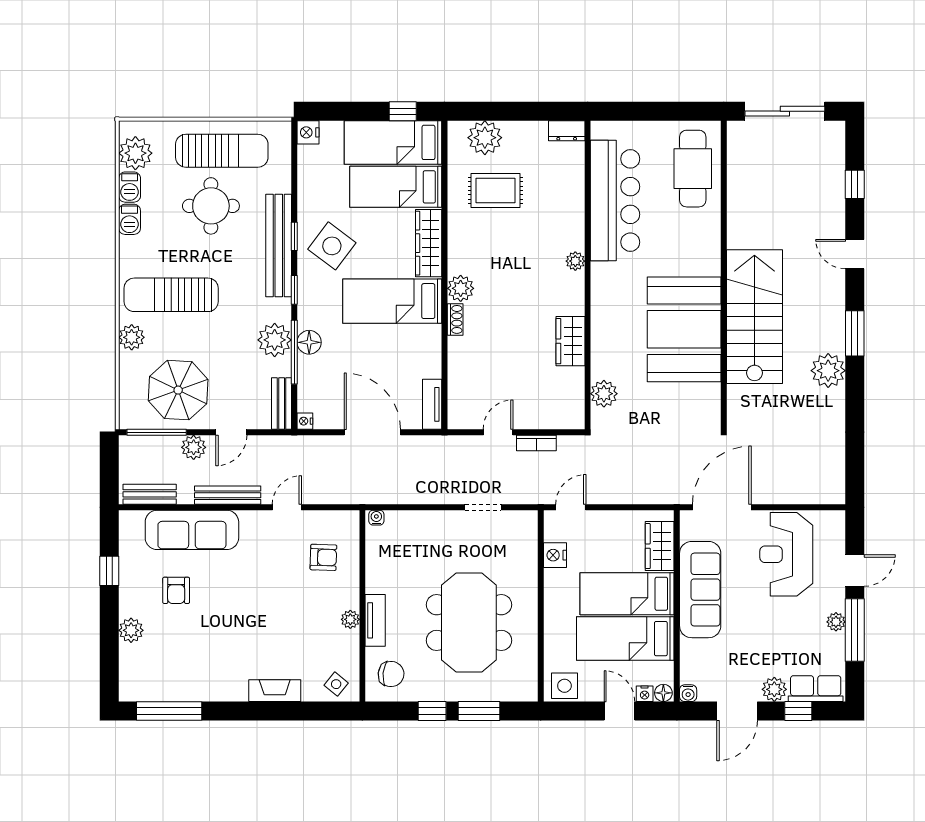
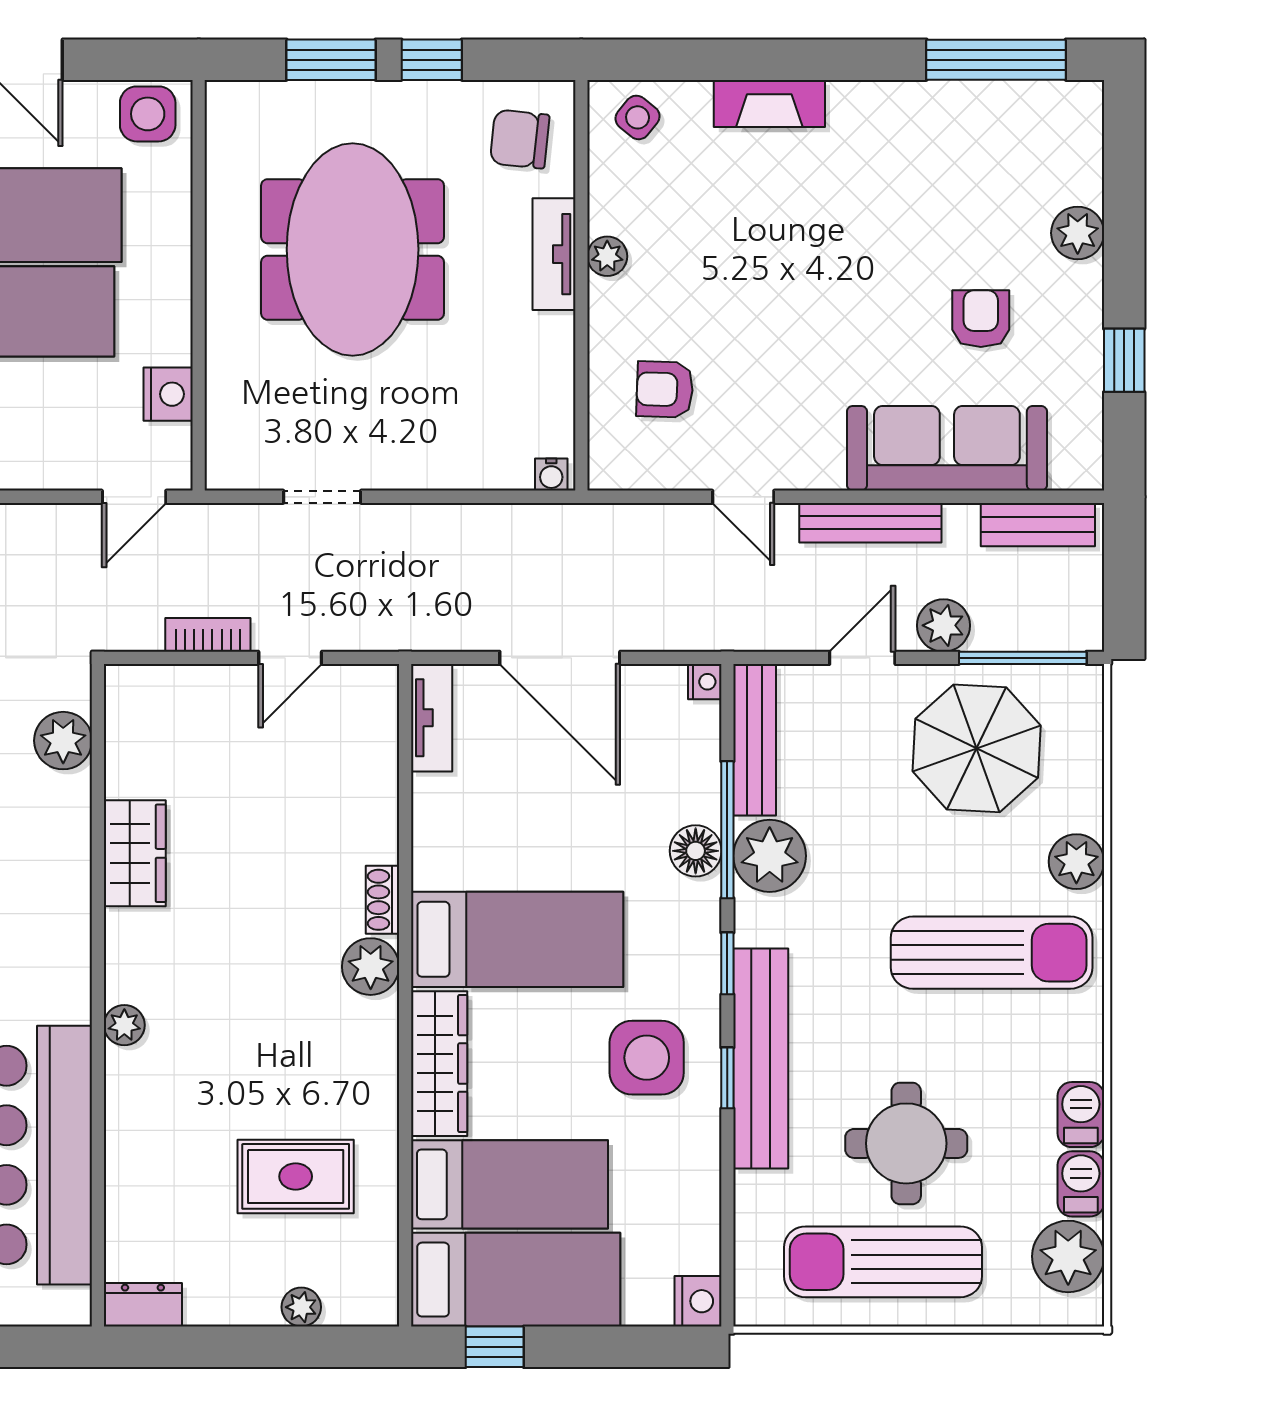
plant: (485, 138) -> (301, 1307), width x0.53, depth x0.53
side table: (332, 246) -> (647, 1058), turned -37
bench: (282, 403) -> (755, 740), width x1.36
door: (287, 507) -> (743, 497), hinge flipped

